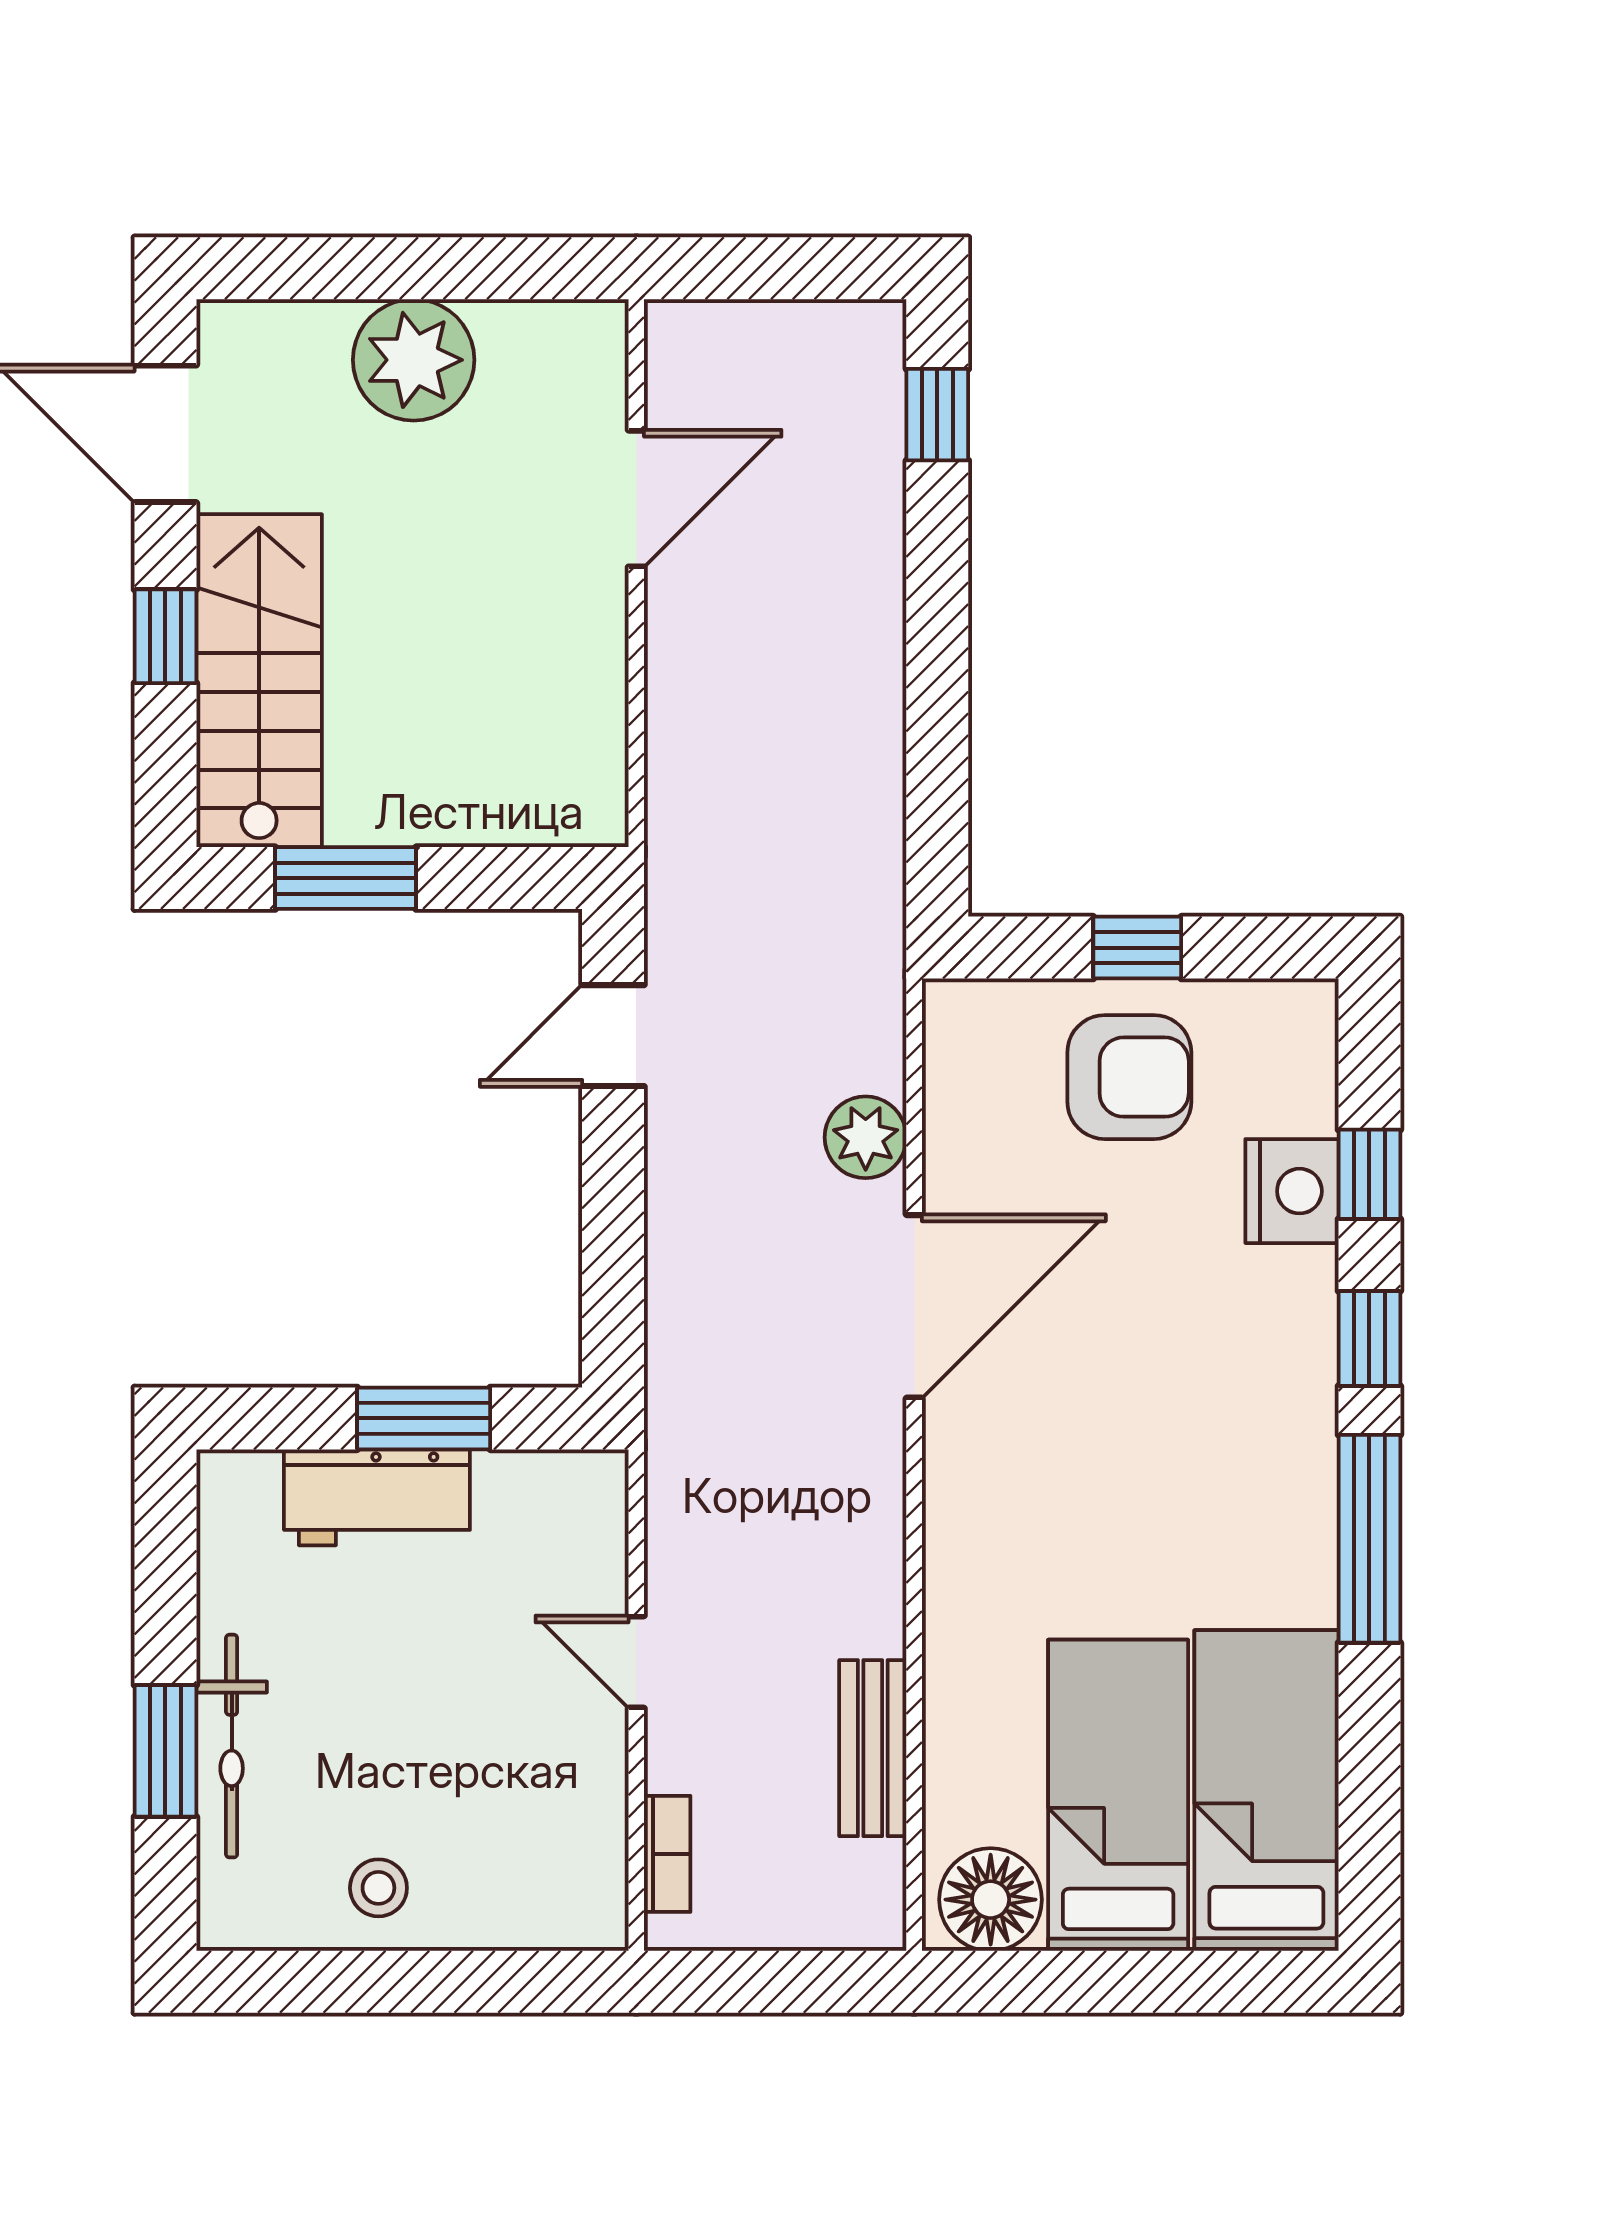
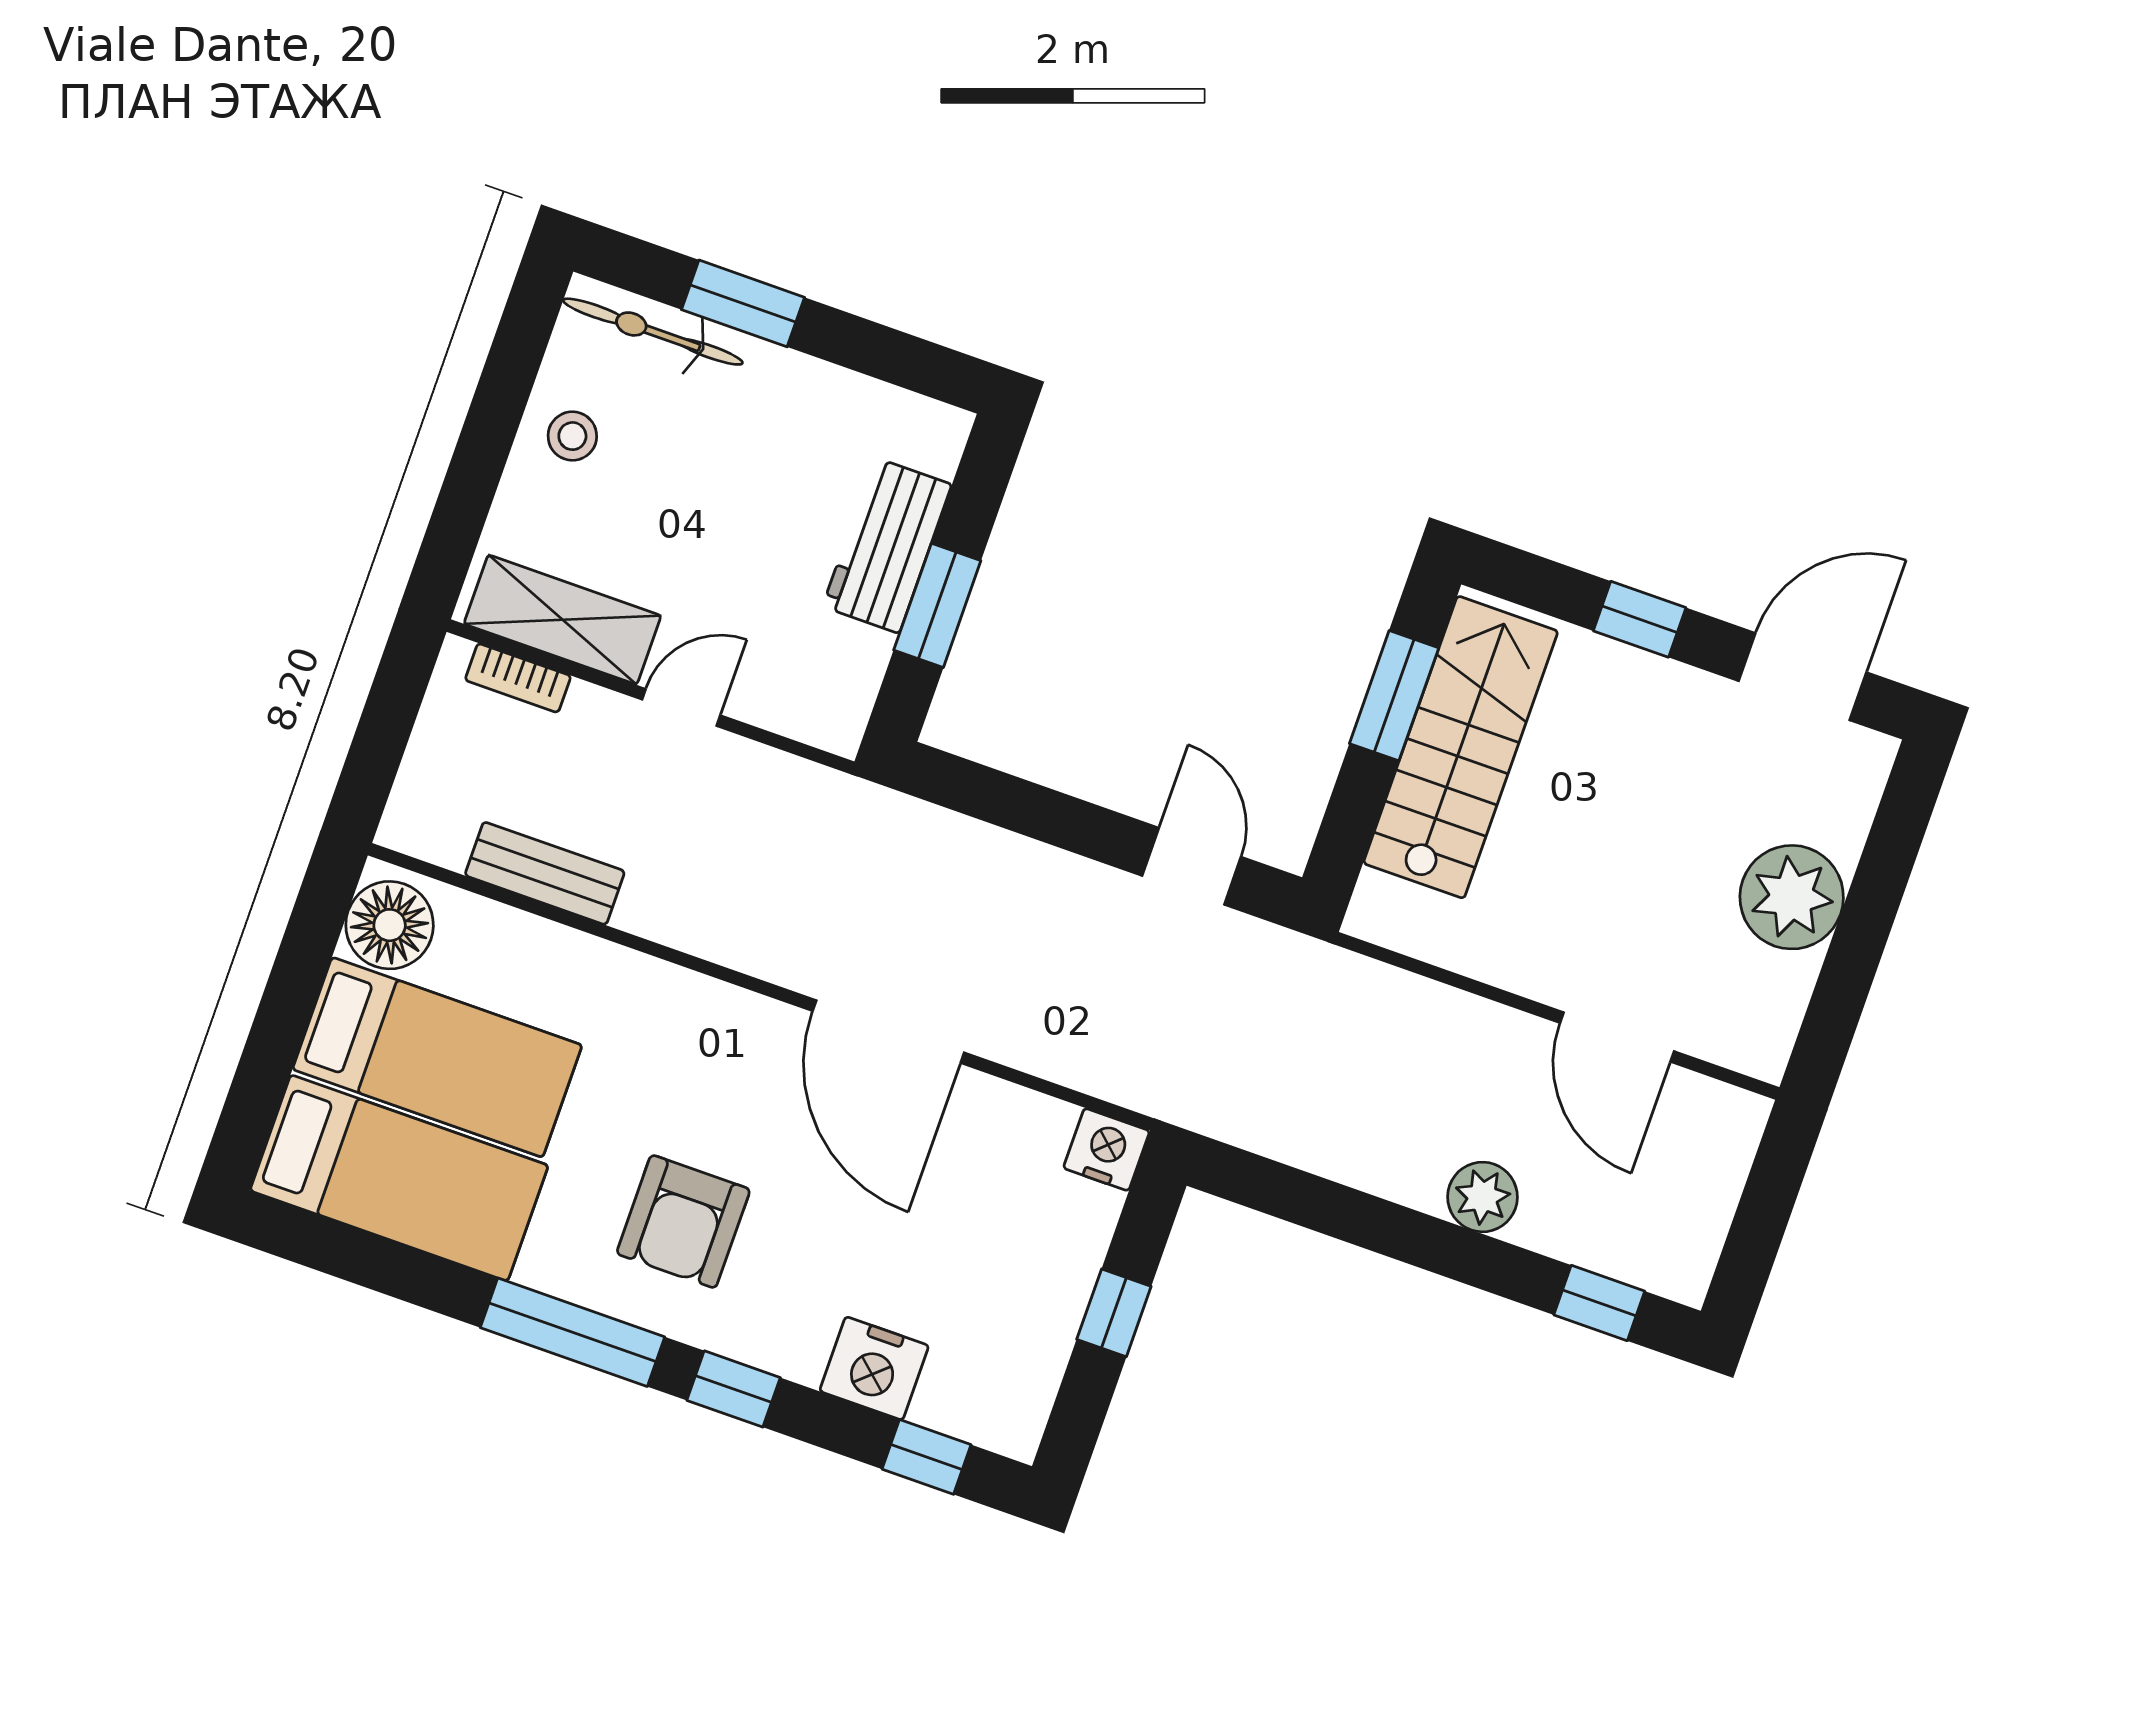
stairs: (259, 681) -> (1461, 747), moved, turned -90
nightstand: (959, 1019) -> (1107, 1150), added
armchair: (1129, 1077) -> (683, 1221), moved
plant: (866, 1137) -> (1482, 1197), moved
window: (1369, 1174) -> (927, 1457), moved
bicycle: (232, 1746) -> (653, 332), moved
shelving: (585, 1827) -> (562, 620), added

